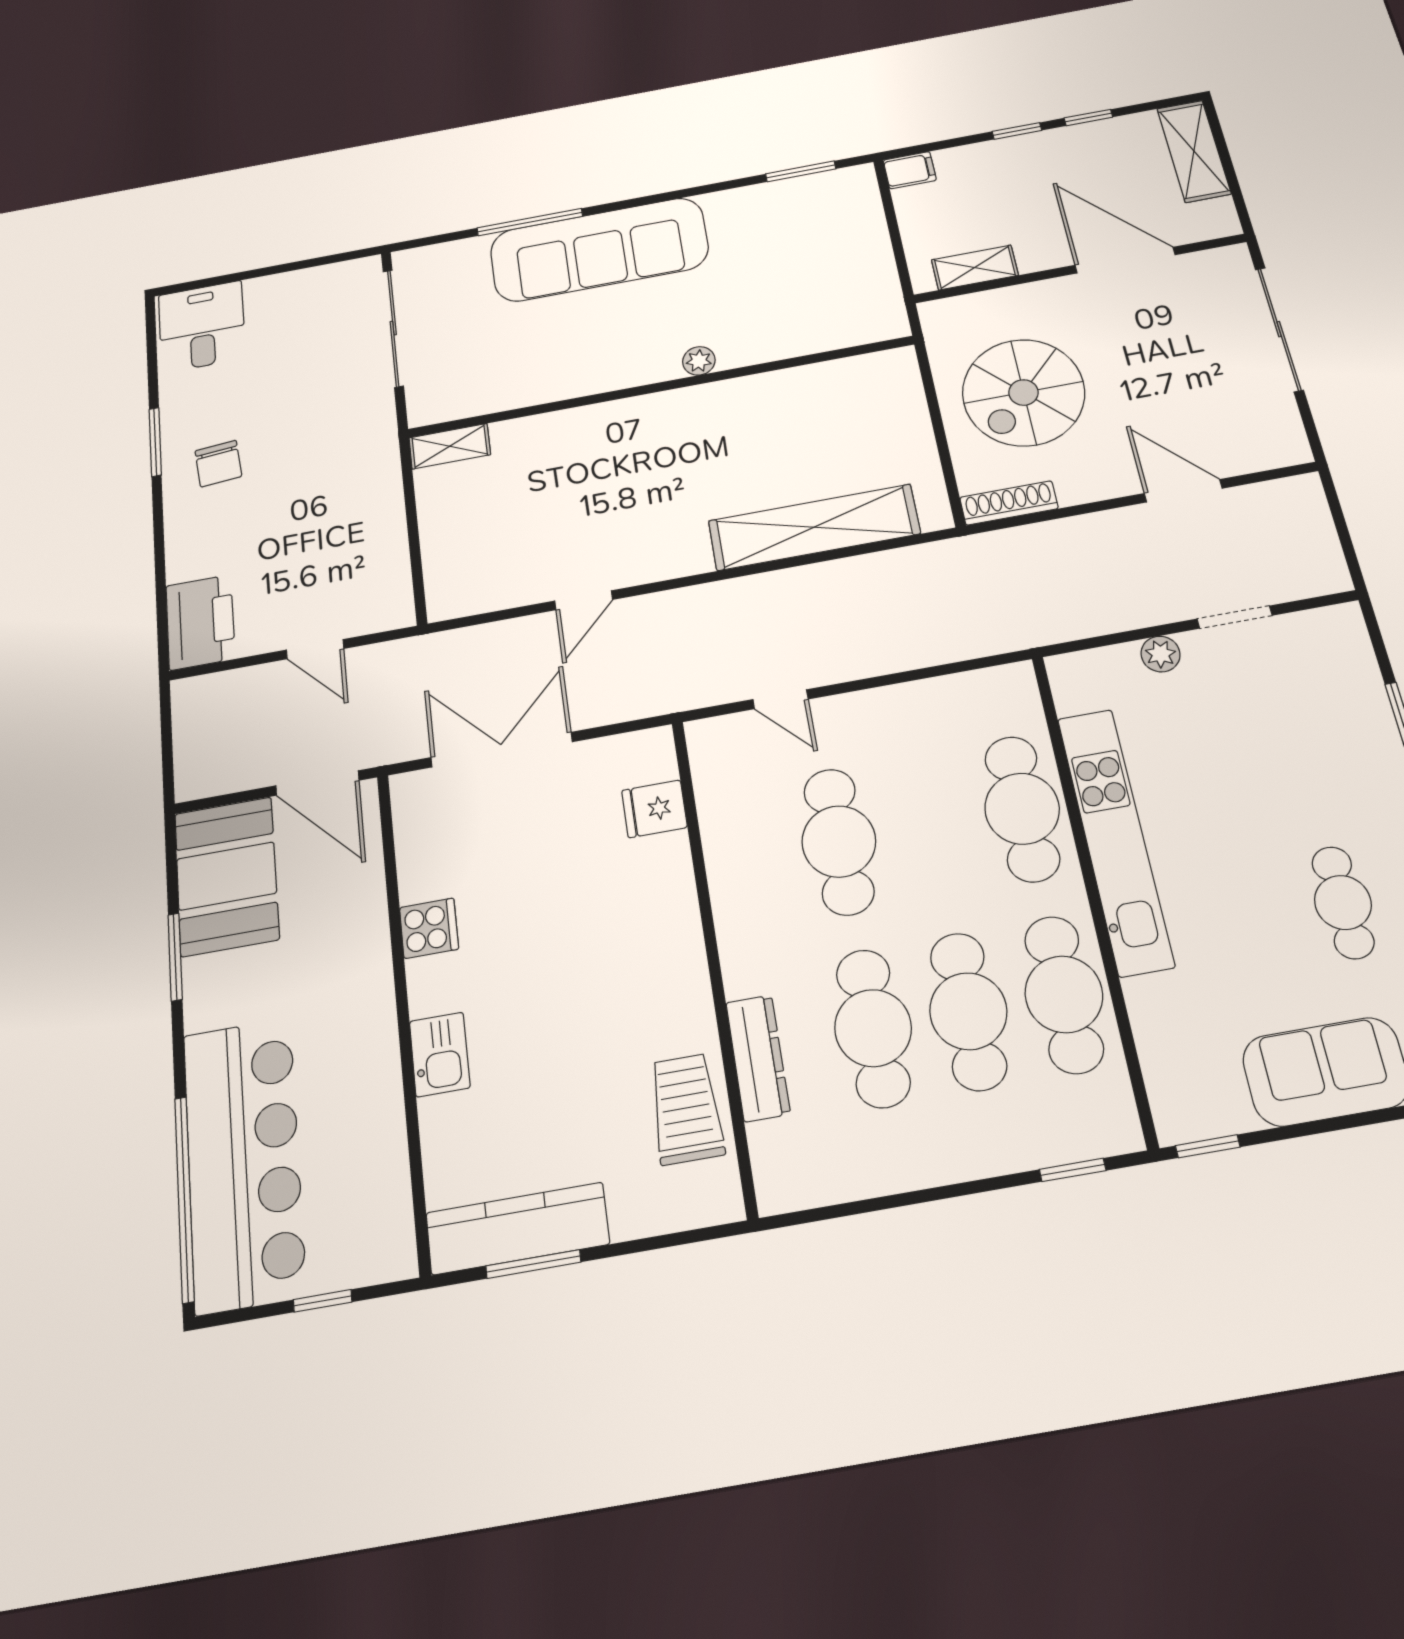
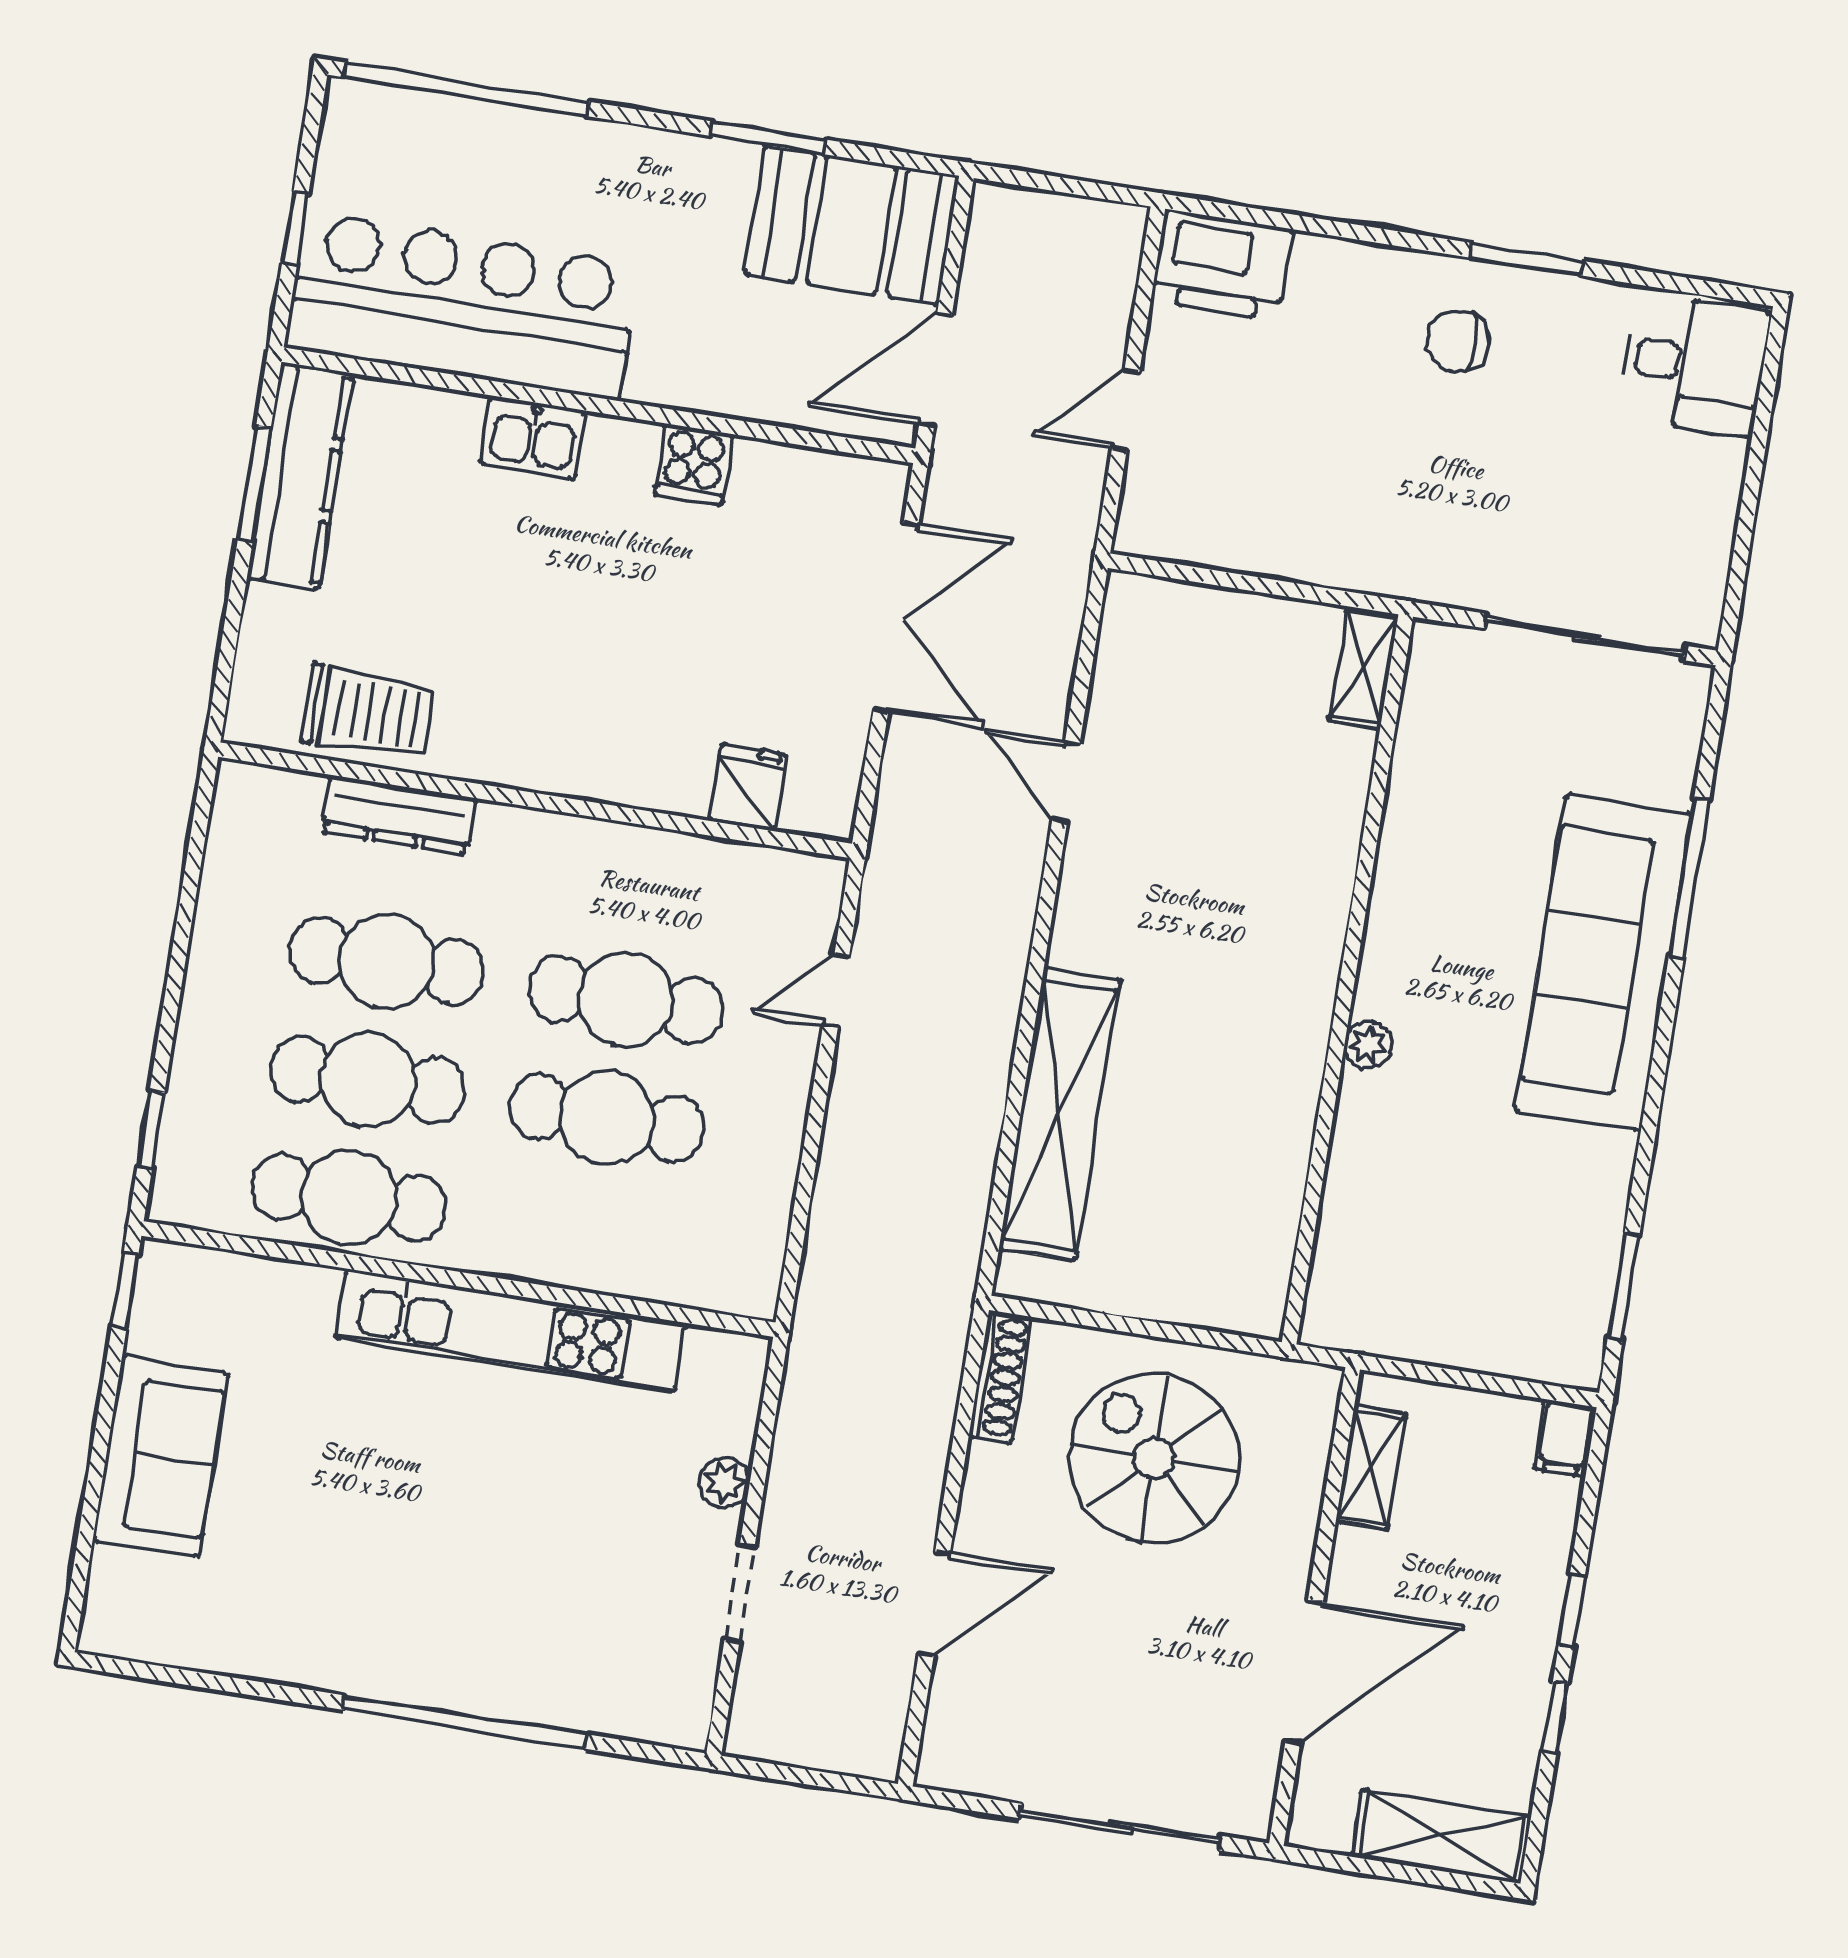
cafe table: (1022, 809) -> (607, 1118), moved
cafe table: (1343, 902) -> (343, 1563), removed
bar counter: (244, 1163) -> (462, 306), moved, turned 180

